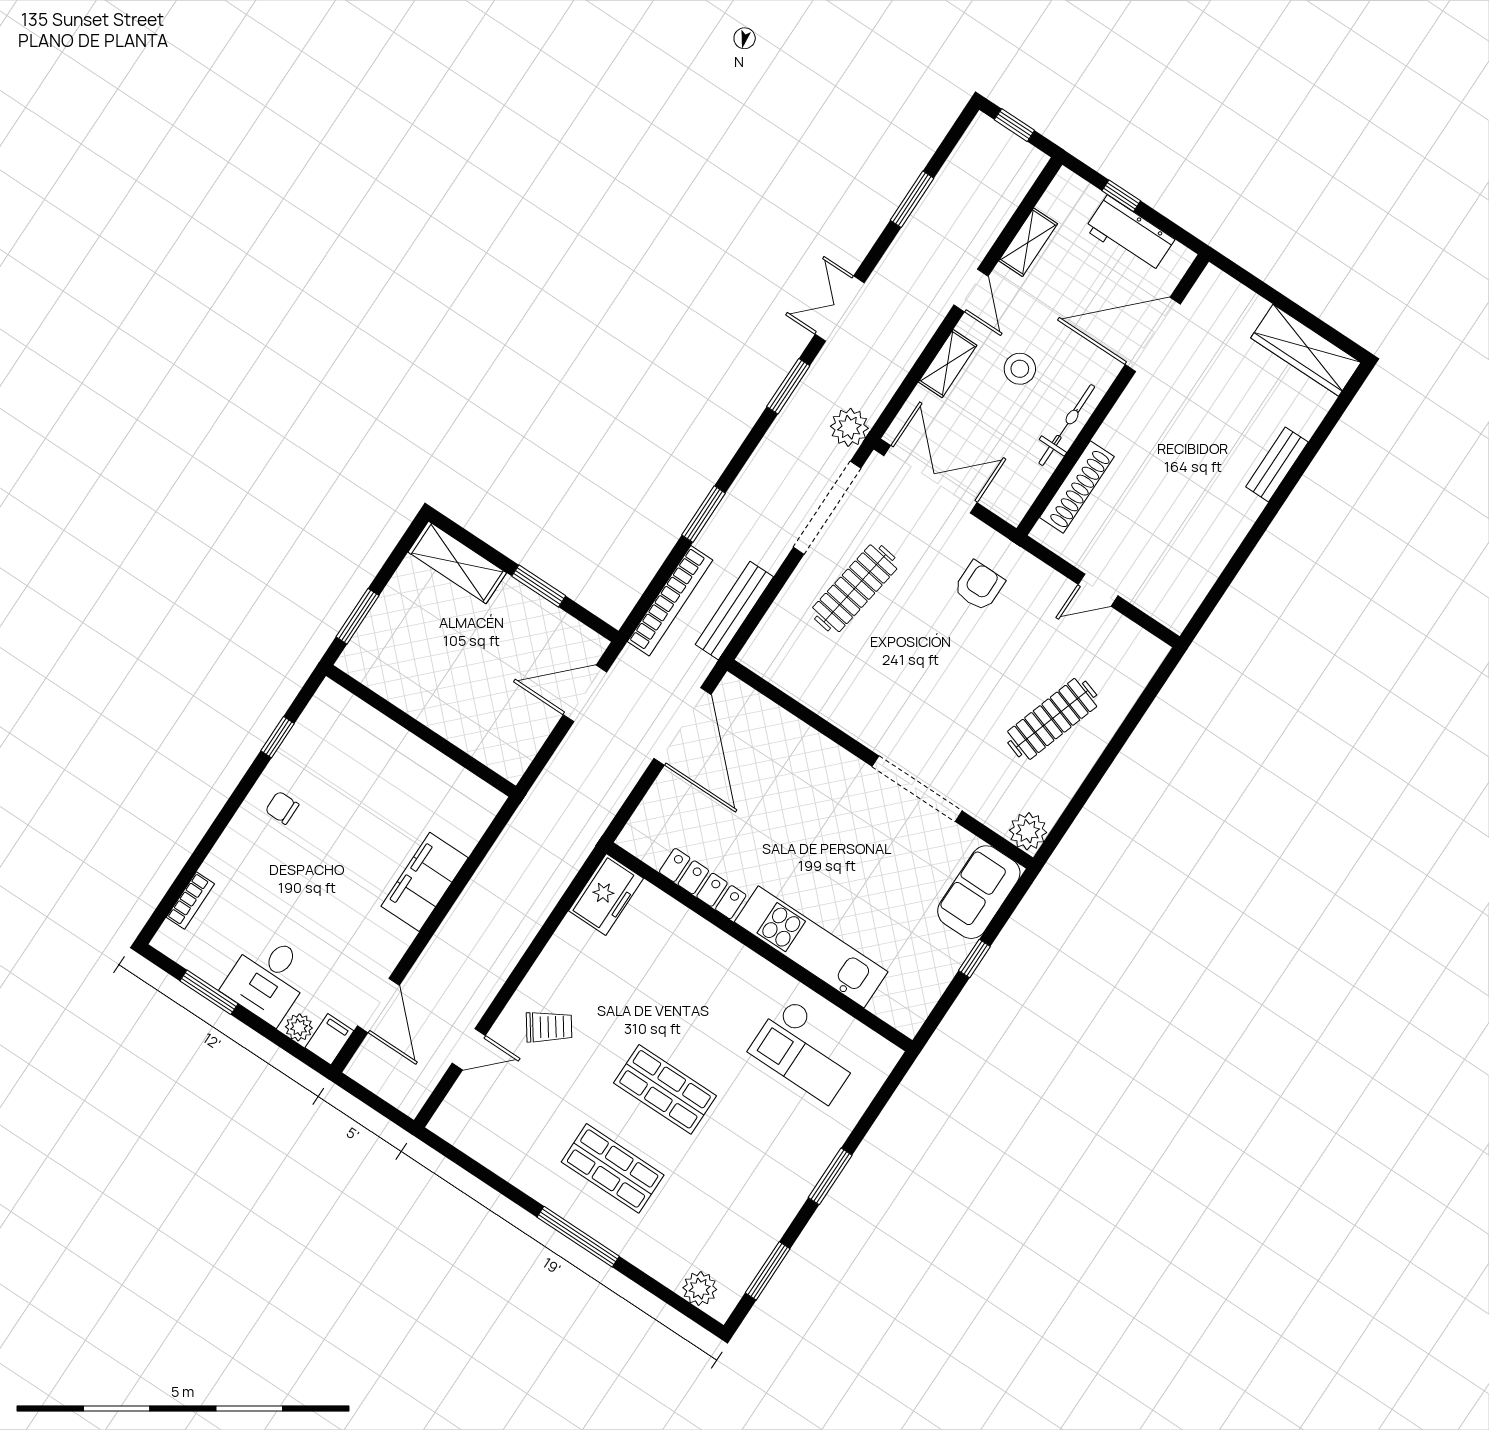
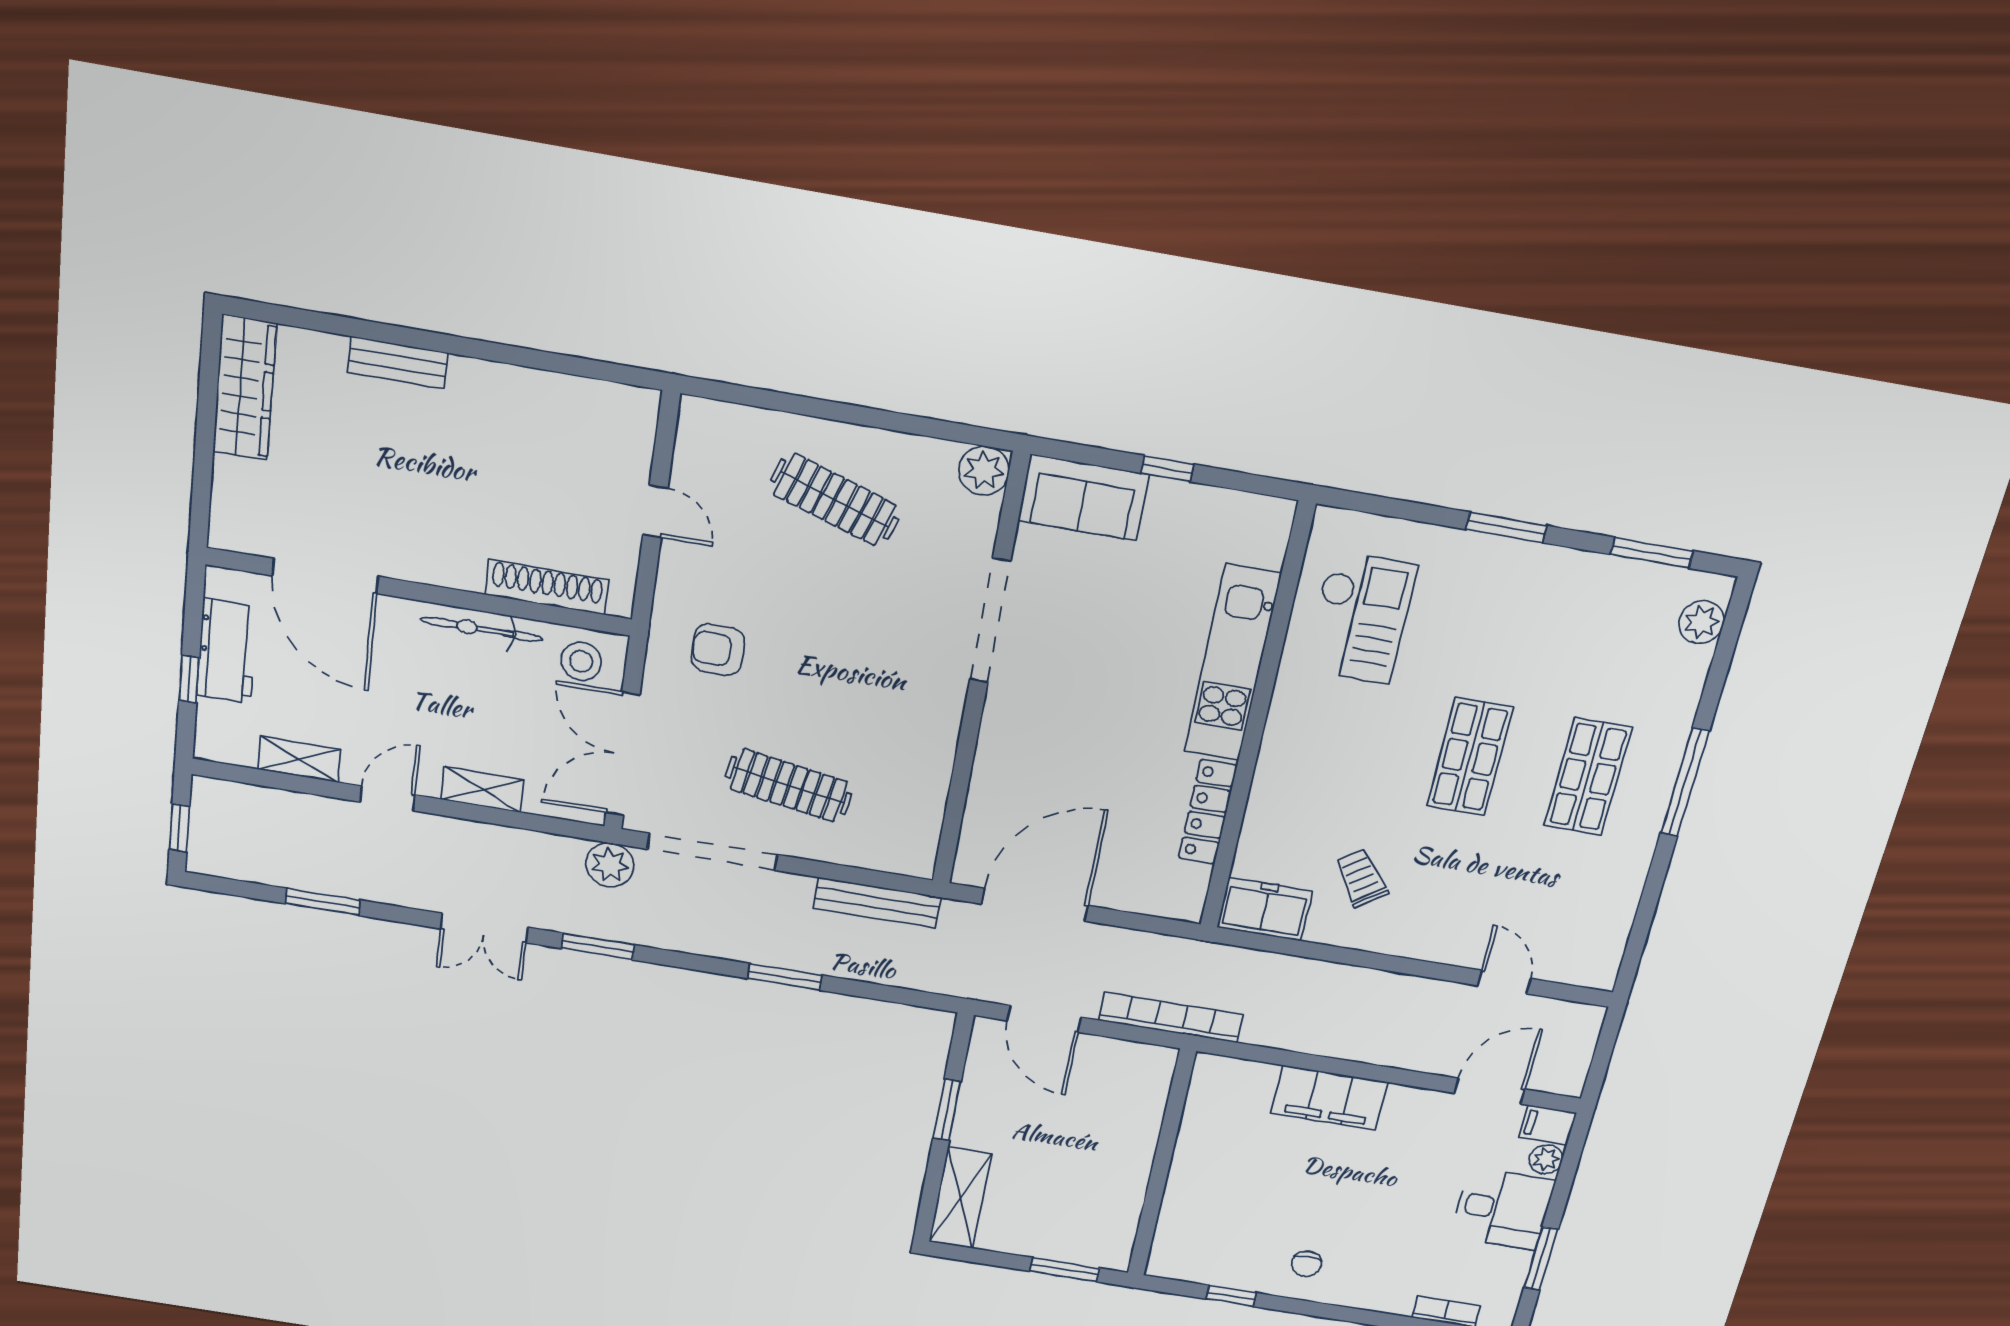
stool: (1020, 369) -> (581, 661), moved
bookcase: (670, 601) -> (1171, 1018), moved
trolley: (549, 1027) -> (1361, 878), moved

